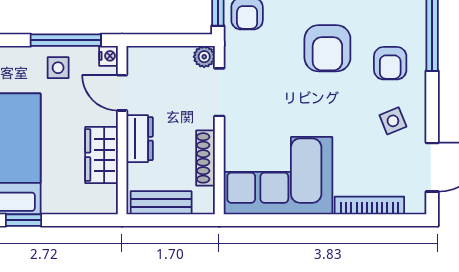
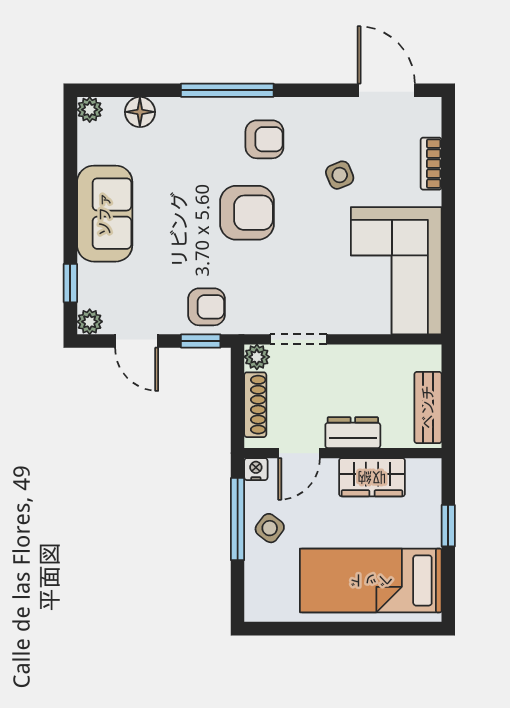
side table: (58, 68) -> (270, 528), turned 37
side table: (393, 121) -> (340, 175), moved
shoe rack: (206, 158) -> (255, 405), moved, turned -90
bookcase: (369, 206) -> (431, 164), width x0.64
window: (23, 220) -> (448, 526), moved

